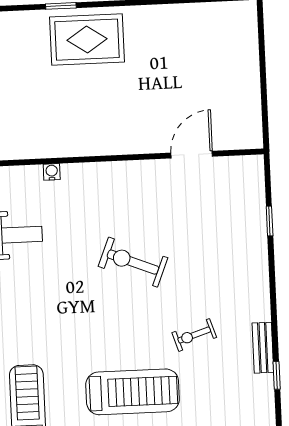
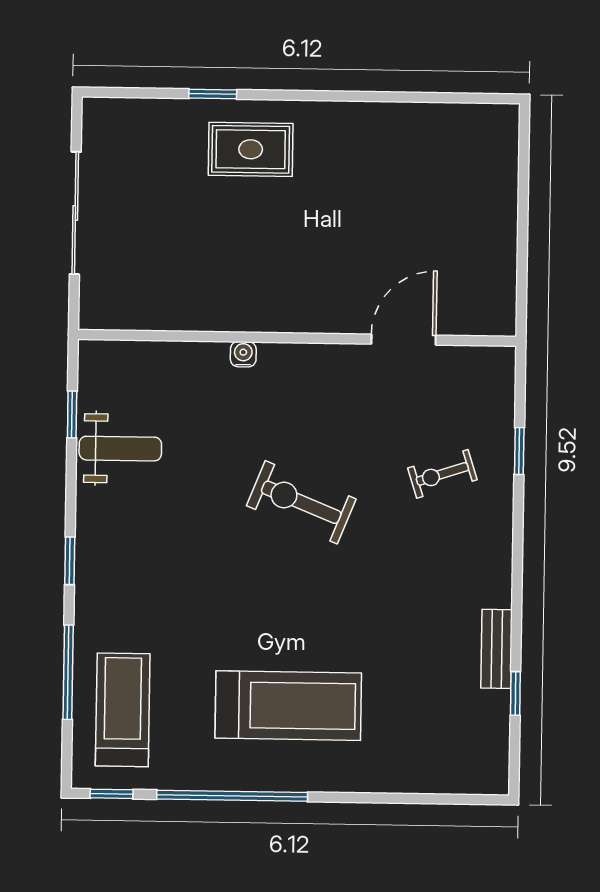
rug: (87, 40) -> (251, 149), width x0.73, depth x0.70
water cooler: (52, 172) -> (243, 354), moved
exercise bike: (194, 335) -> (442, 474), moved

